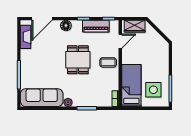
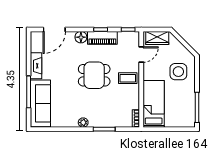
piano: (96, 26) -> (102, 38), moved
fireplace: (25, 37) -> (36, 66), moved
dining table: (78, 60) -> (94, 75), turned 90
side table: (153, 90) -> (178, 72), moved
sofa: (42, 98) -> (40, 103), moved, turned 90

